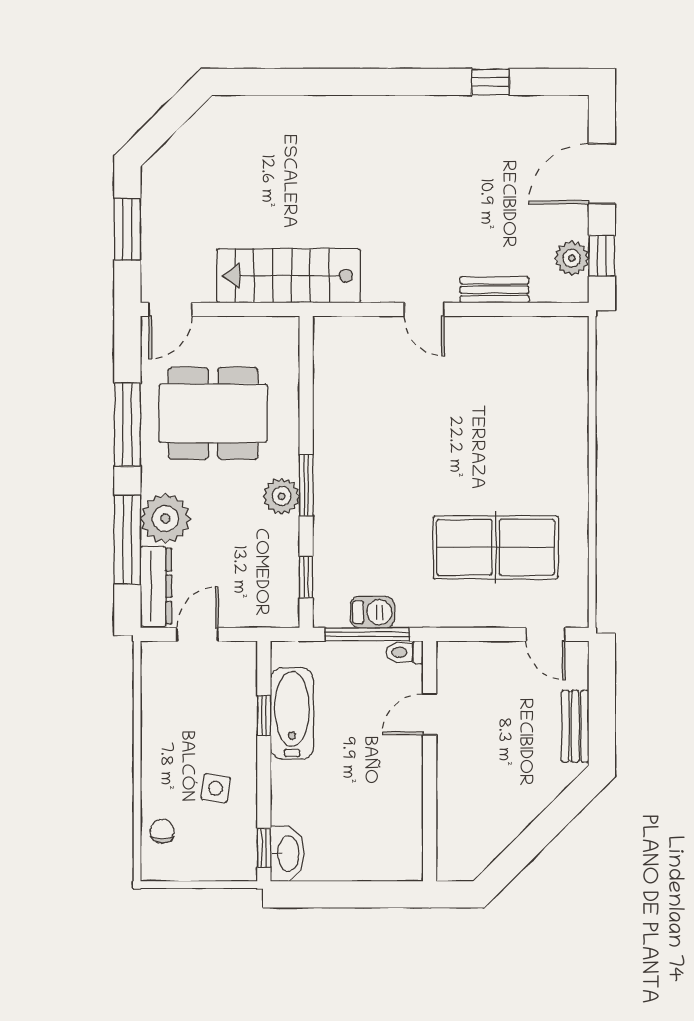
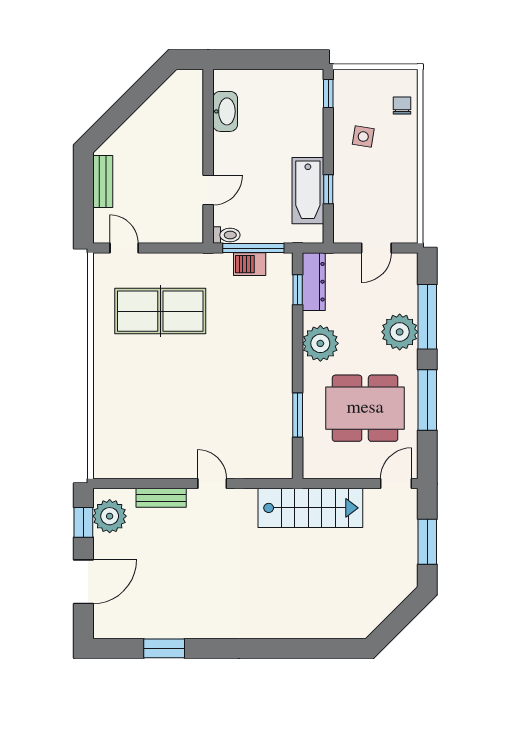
window: (490, 82) -> (164, 648), width x1.50
plant: (572, 258) -> (110, 516), width x1.36, depth x1.36
window: (306, 485) -> (298, 415), moved
plant: (281, 496) -> (320, 343), width x1.36, depth x1.36
dresser: (156, 586) -> (314, 282), moved, turned 180
chair: (162, 831) -> (402, 105), turned 180
washbasin: (287, 854) -> (225, 111), moved, turned 180

